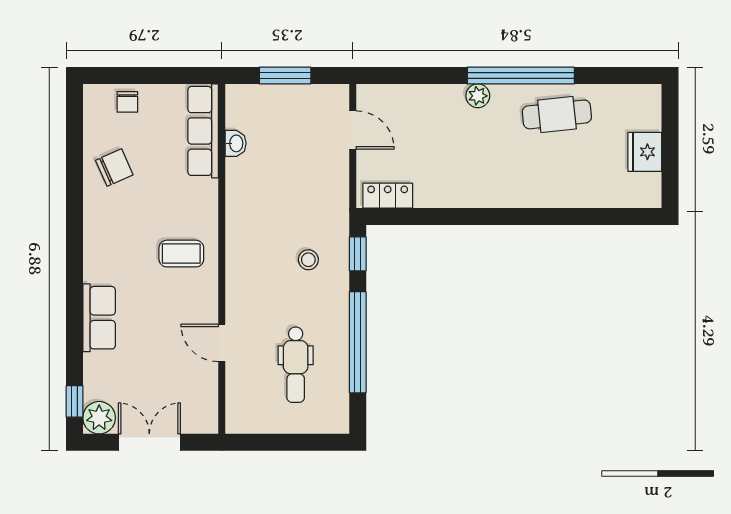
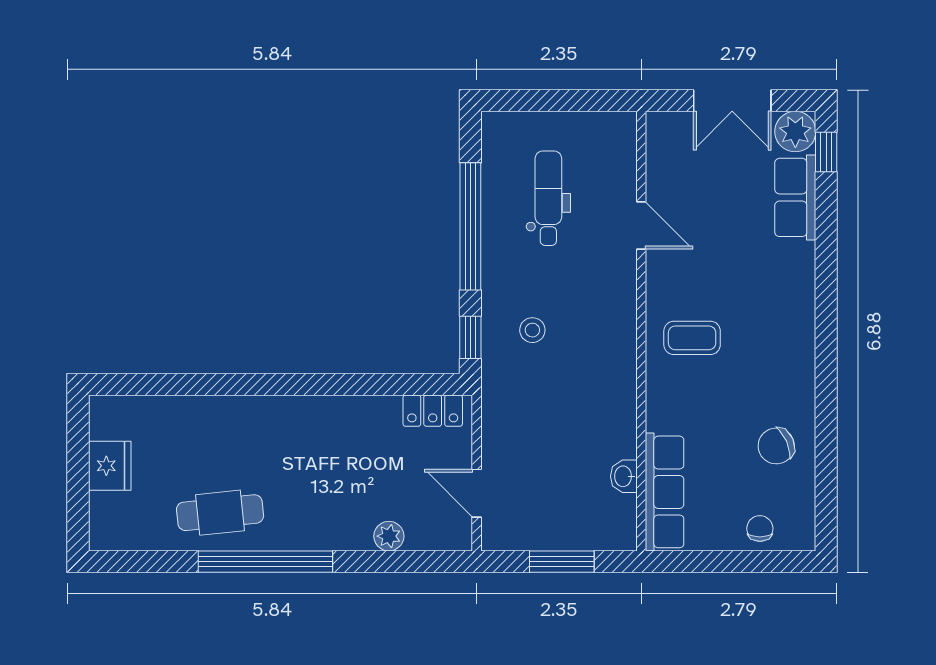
plant: (478, 96) -> (389, 536), moved
row of seats: (99, 318) -> (795, 197), moved

